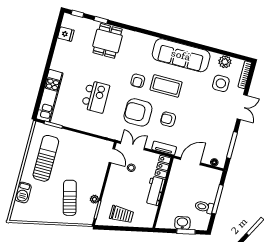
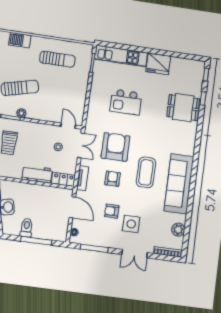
fridge: (66, 34) -> (158, 64), moved, width x1.88, depth x1.34
armchair: (138, 81) -> (112, 211), moved
side table: (221, 83) -> (131, 224), moved
door: (112, 156) -> (68, 126), swing flipped
sun lounger: (46, 158) -> (57, 59), width x0.73, depth x0.75

